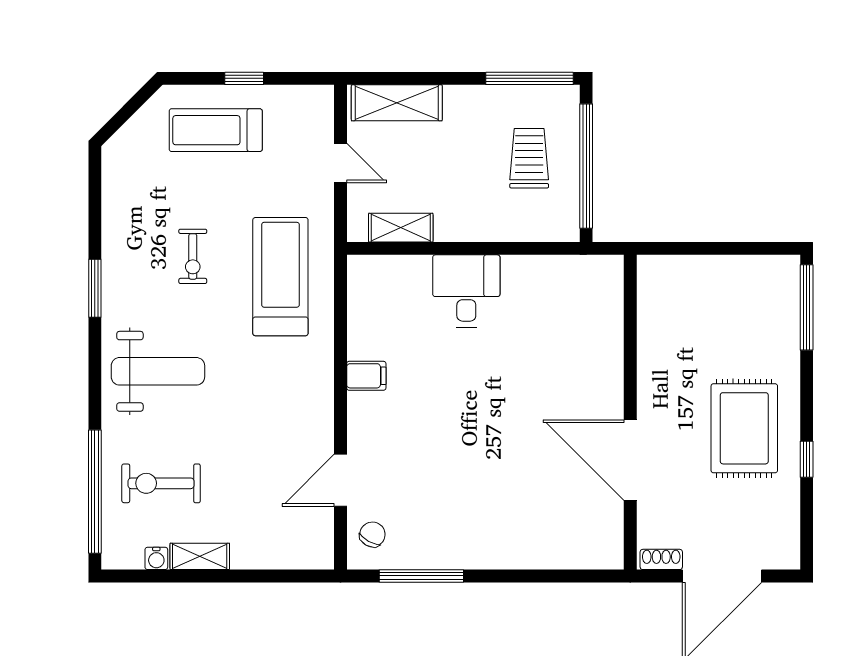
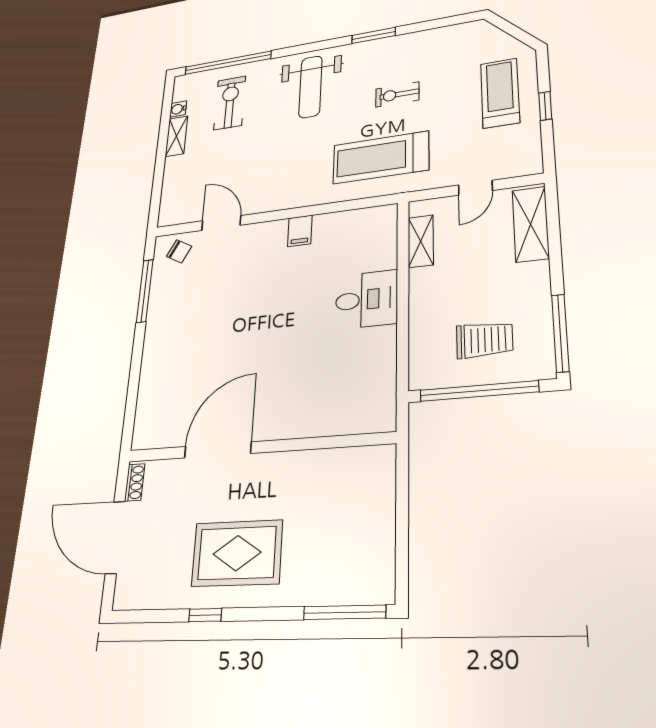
treadmill: (280, 277) -> (381, 157), turned 180

